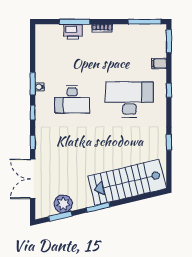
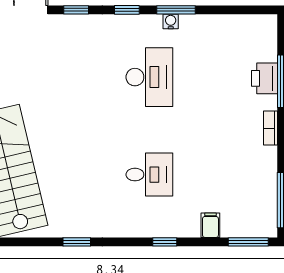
desk: (72, 99) -> (149, 77), turned 180
desk: (129, 99) -> (149, 175), width x0.53, depth x0.77

